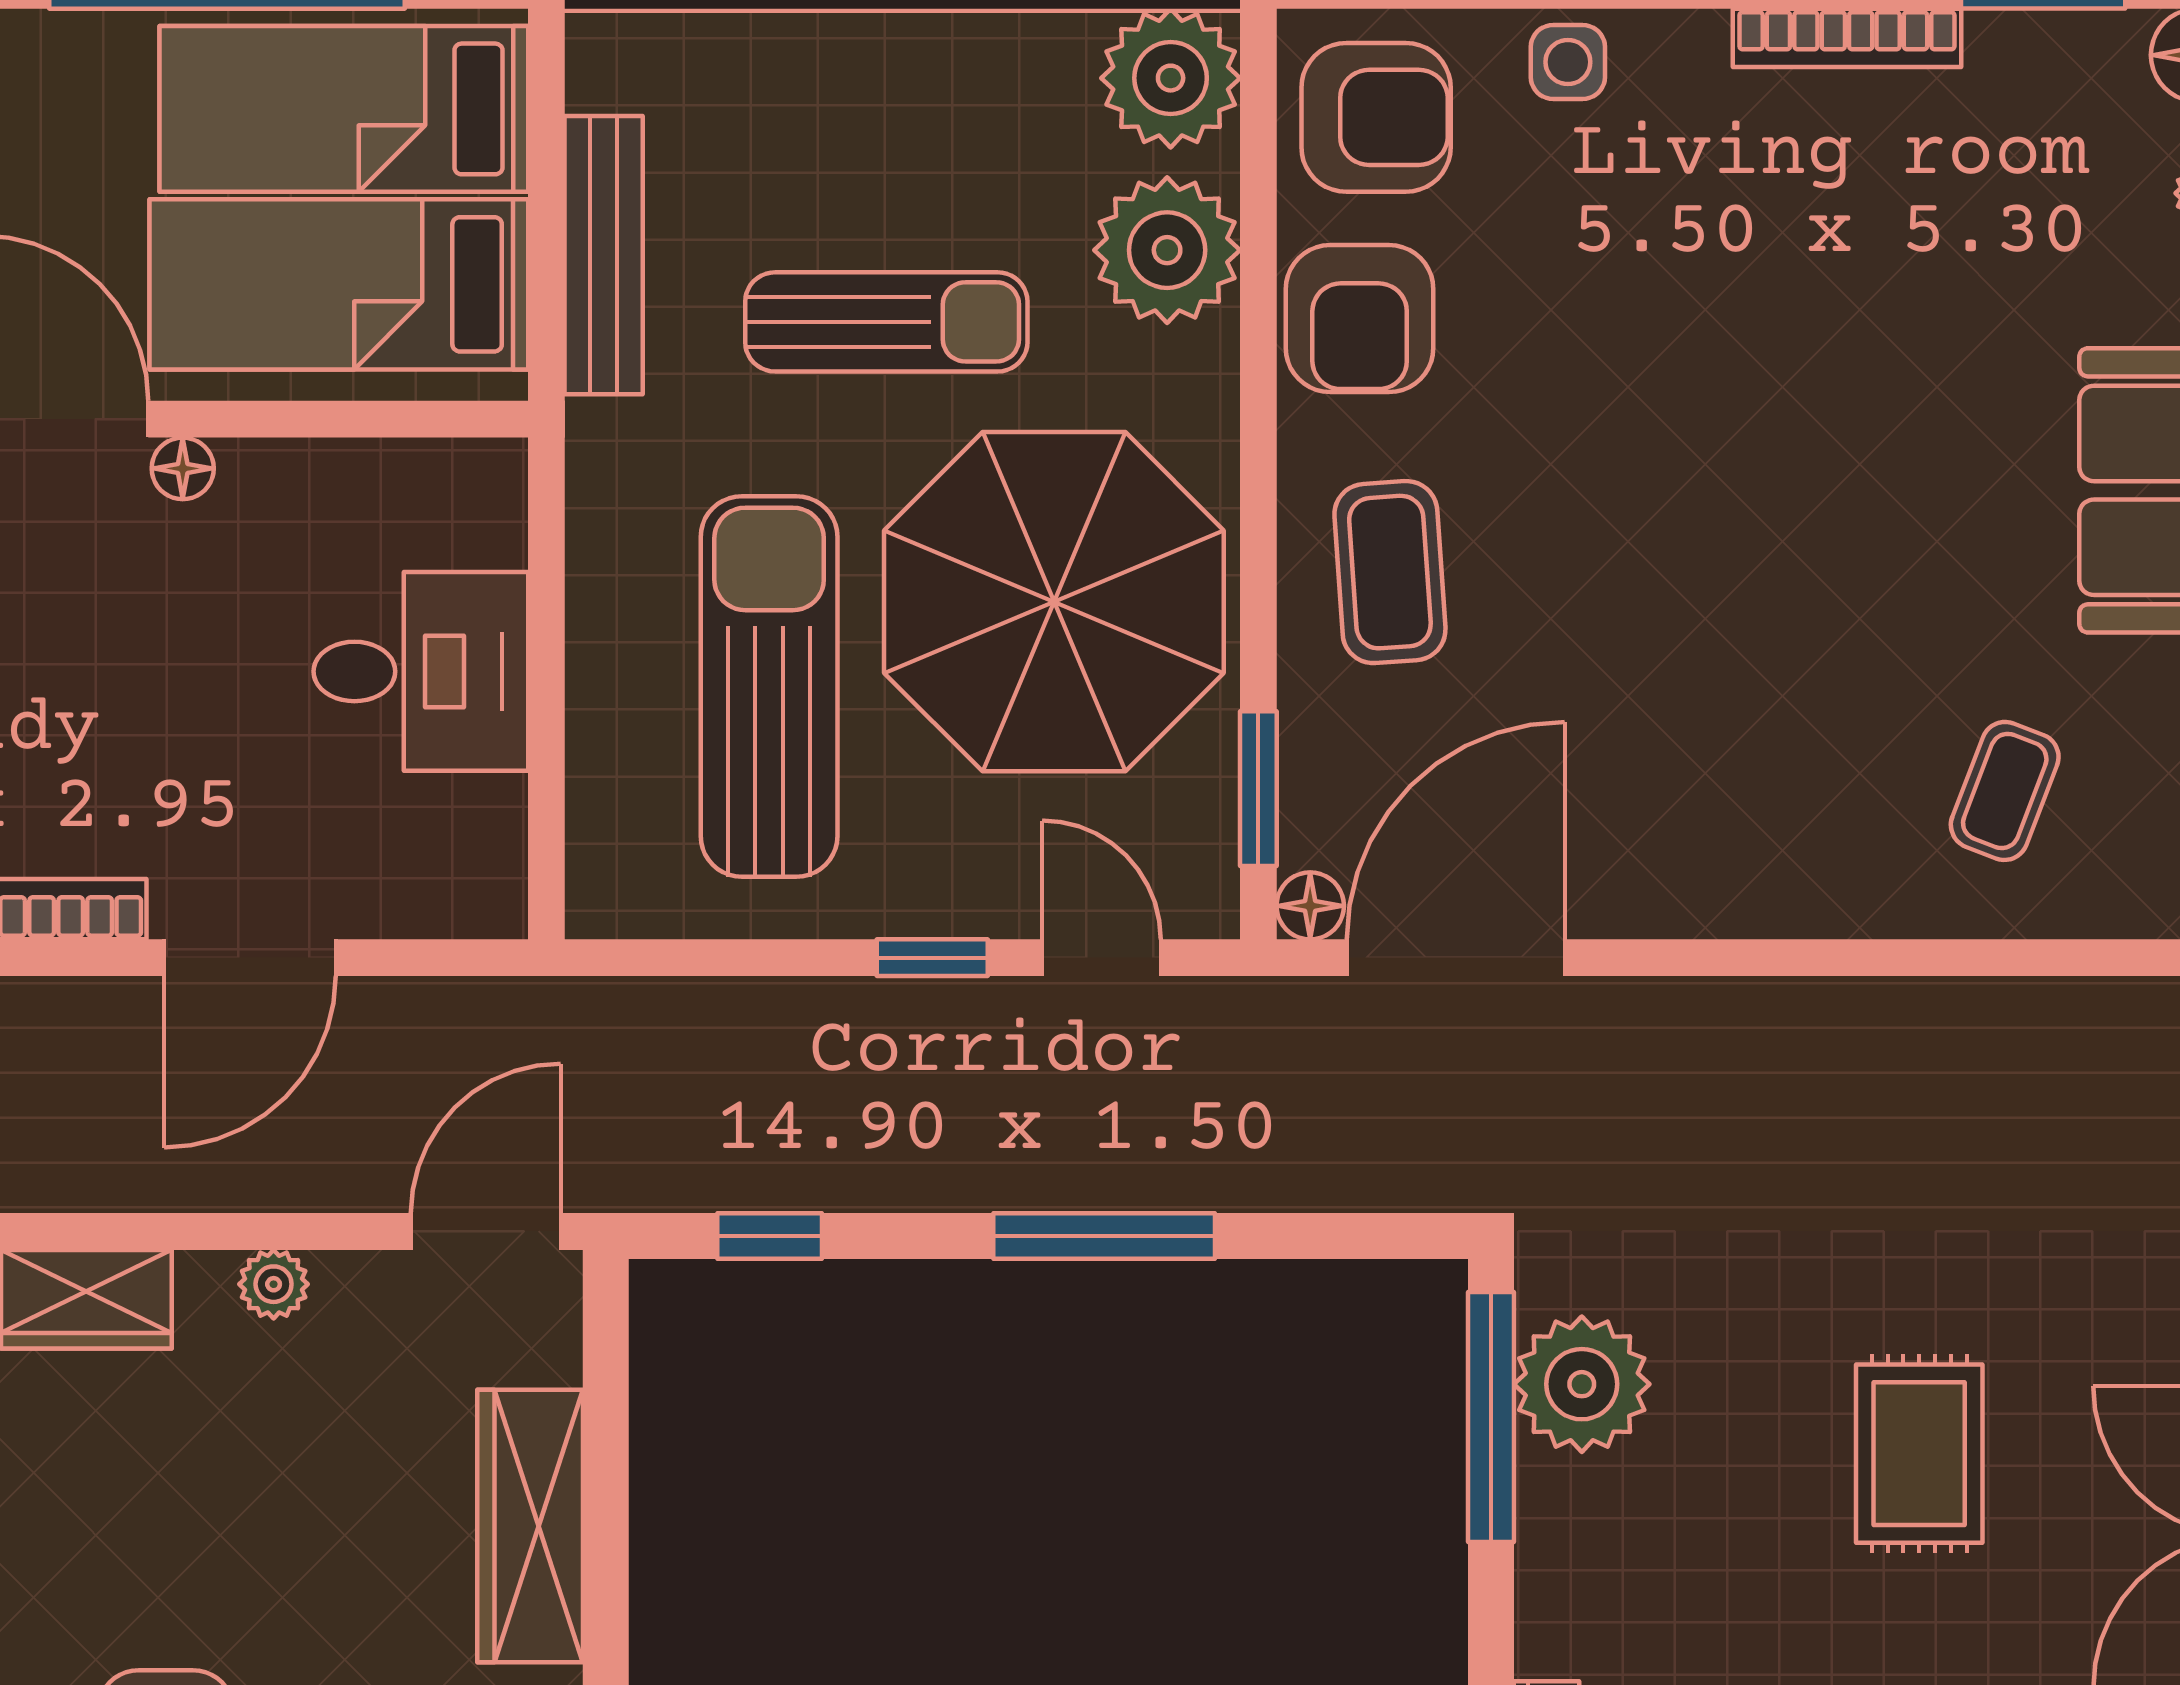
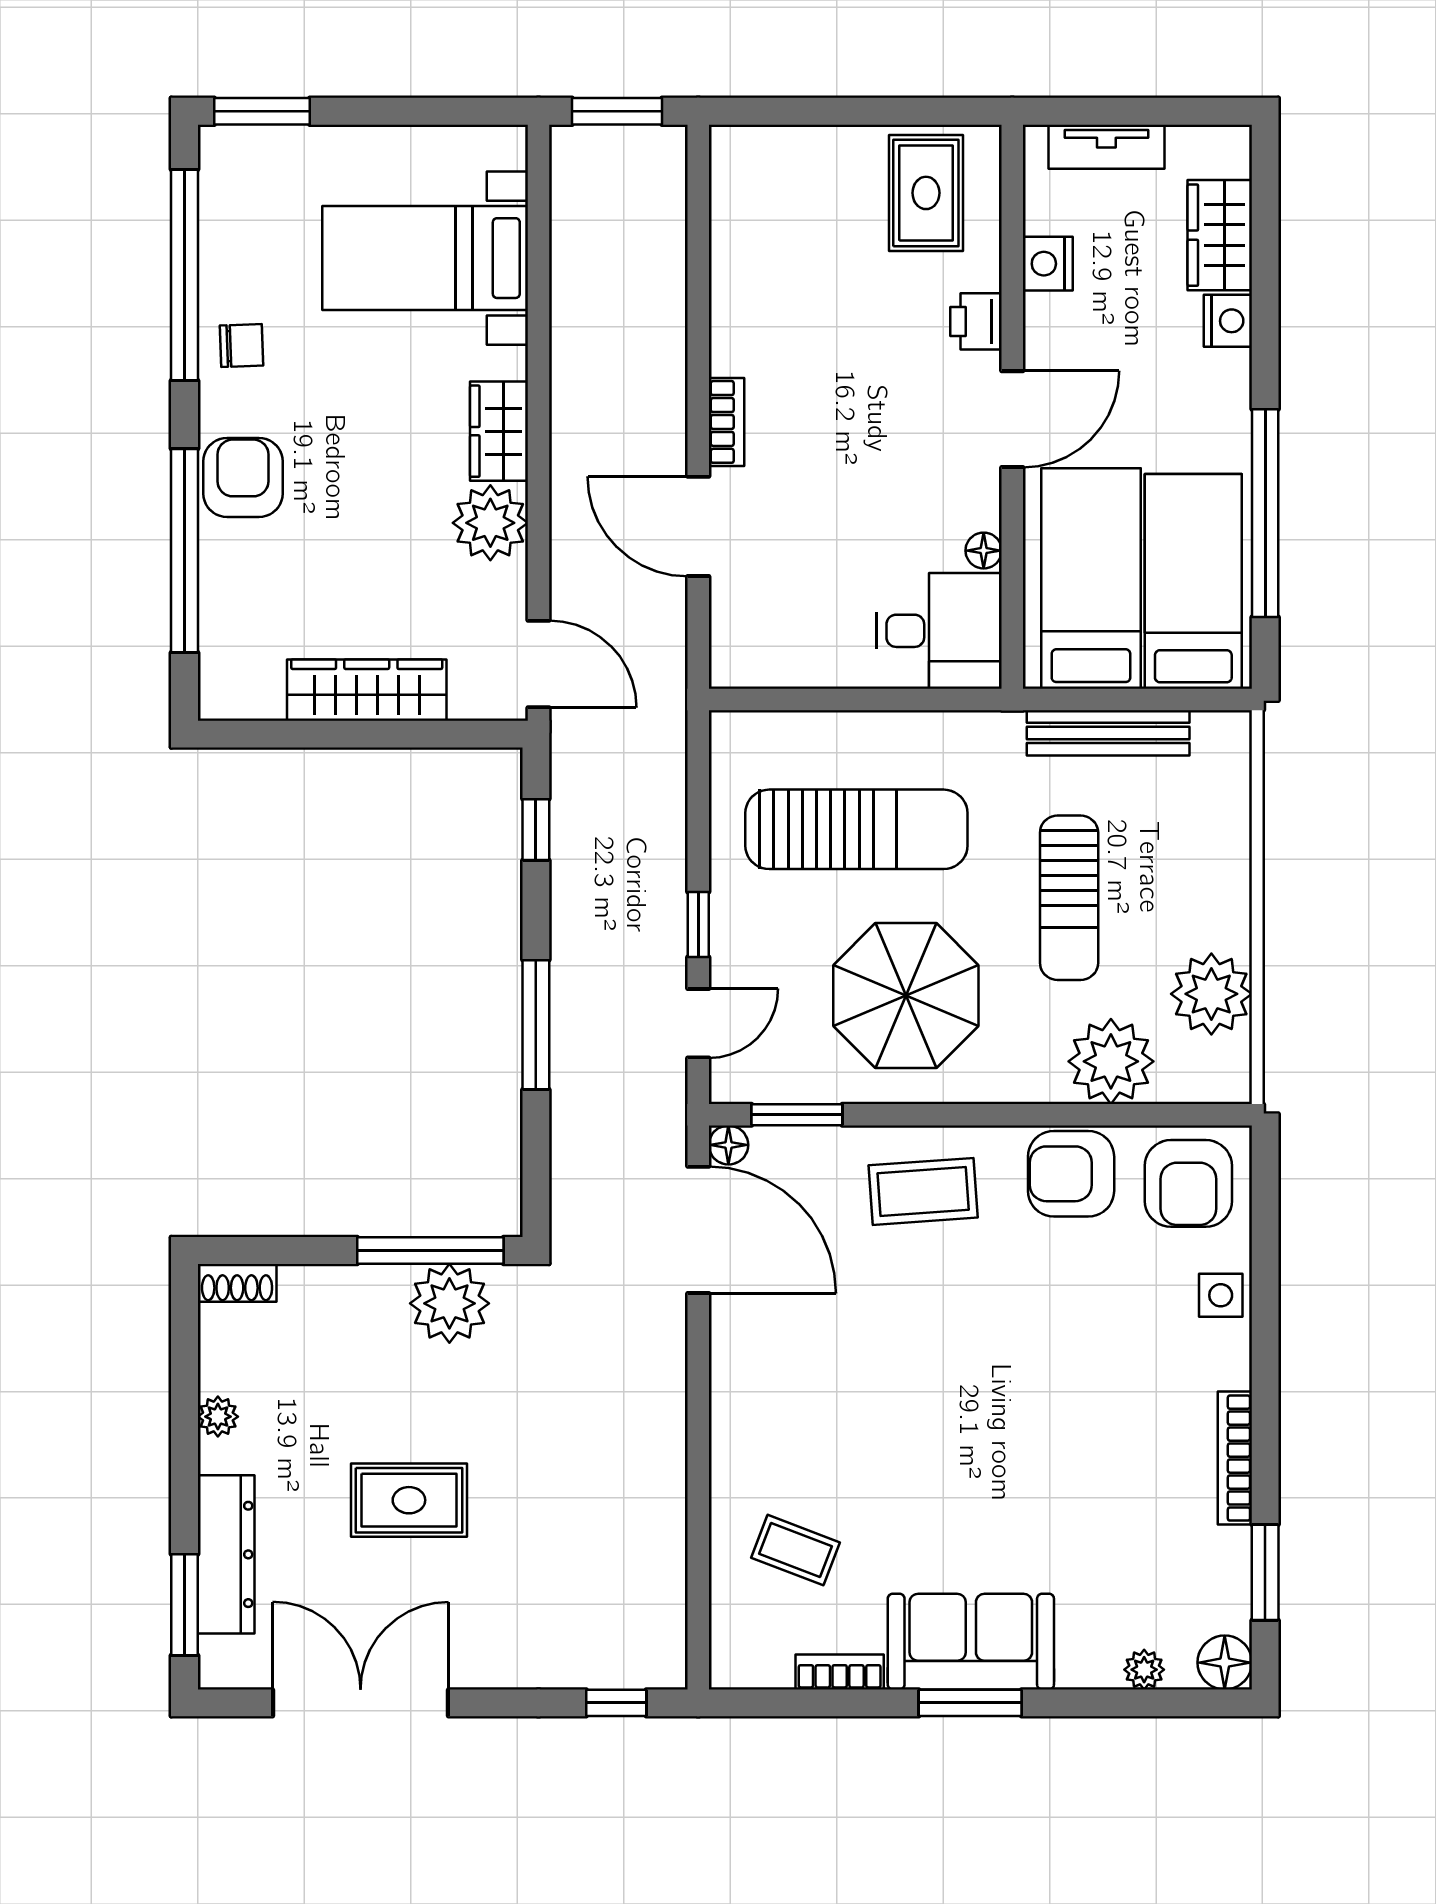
plant: (1171, 78) -> (1211, 994), moved
floor lamp: (183, 468) -> (984, 551), moved
parasol: (1054, 602) -> (906, 996), width x0.73, depth x0.73
desk: (421, 671) -> (939, 631), moved, turned -90
plant: (274, 1284) -> (490, 523), width x1.87, depth x1.87

